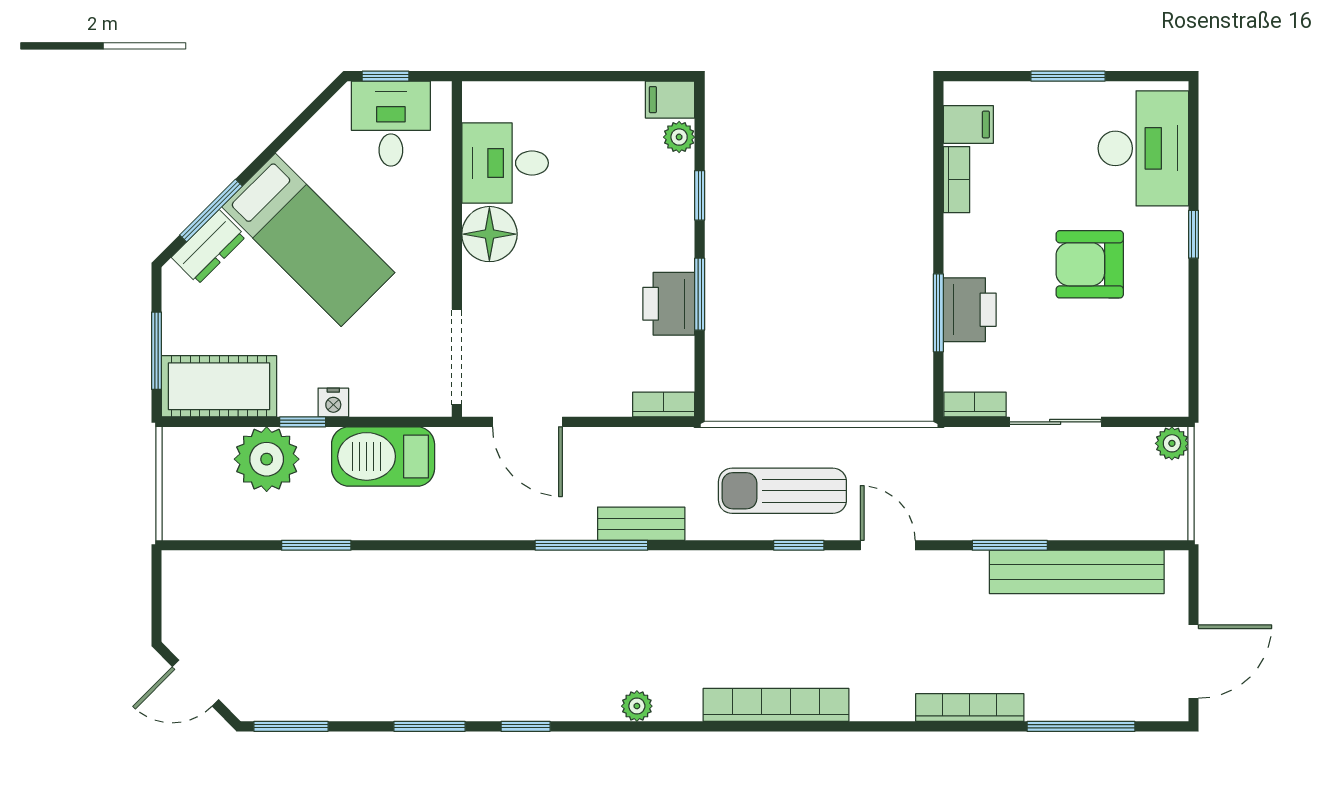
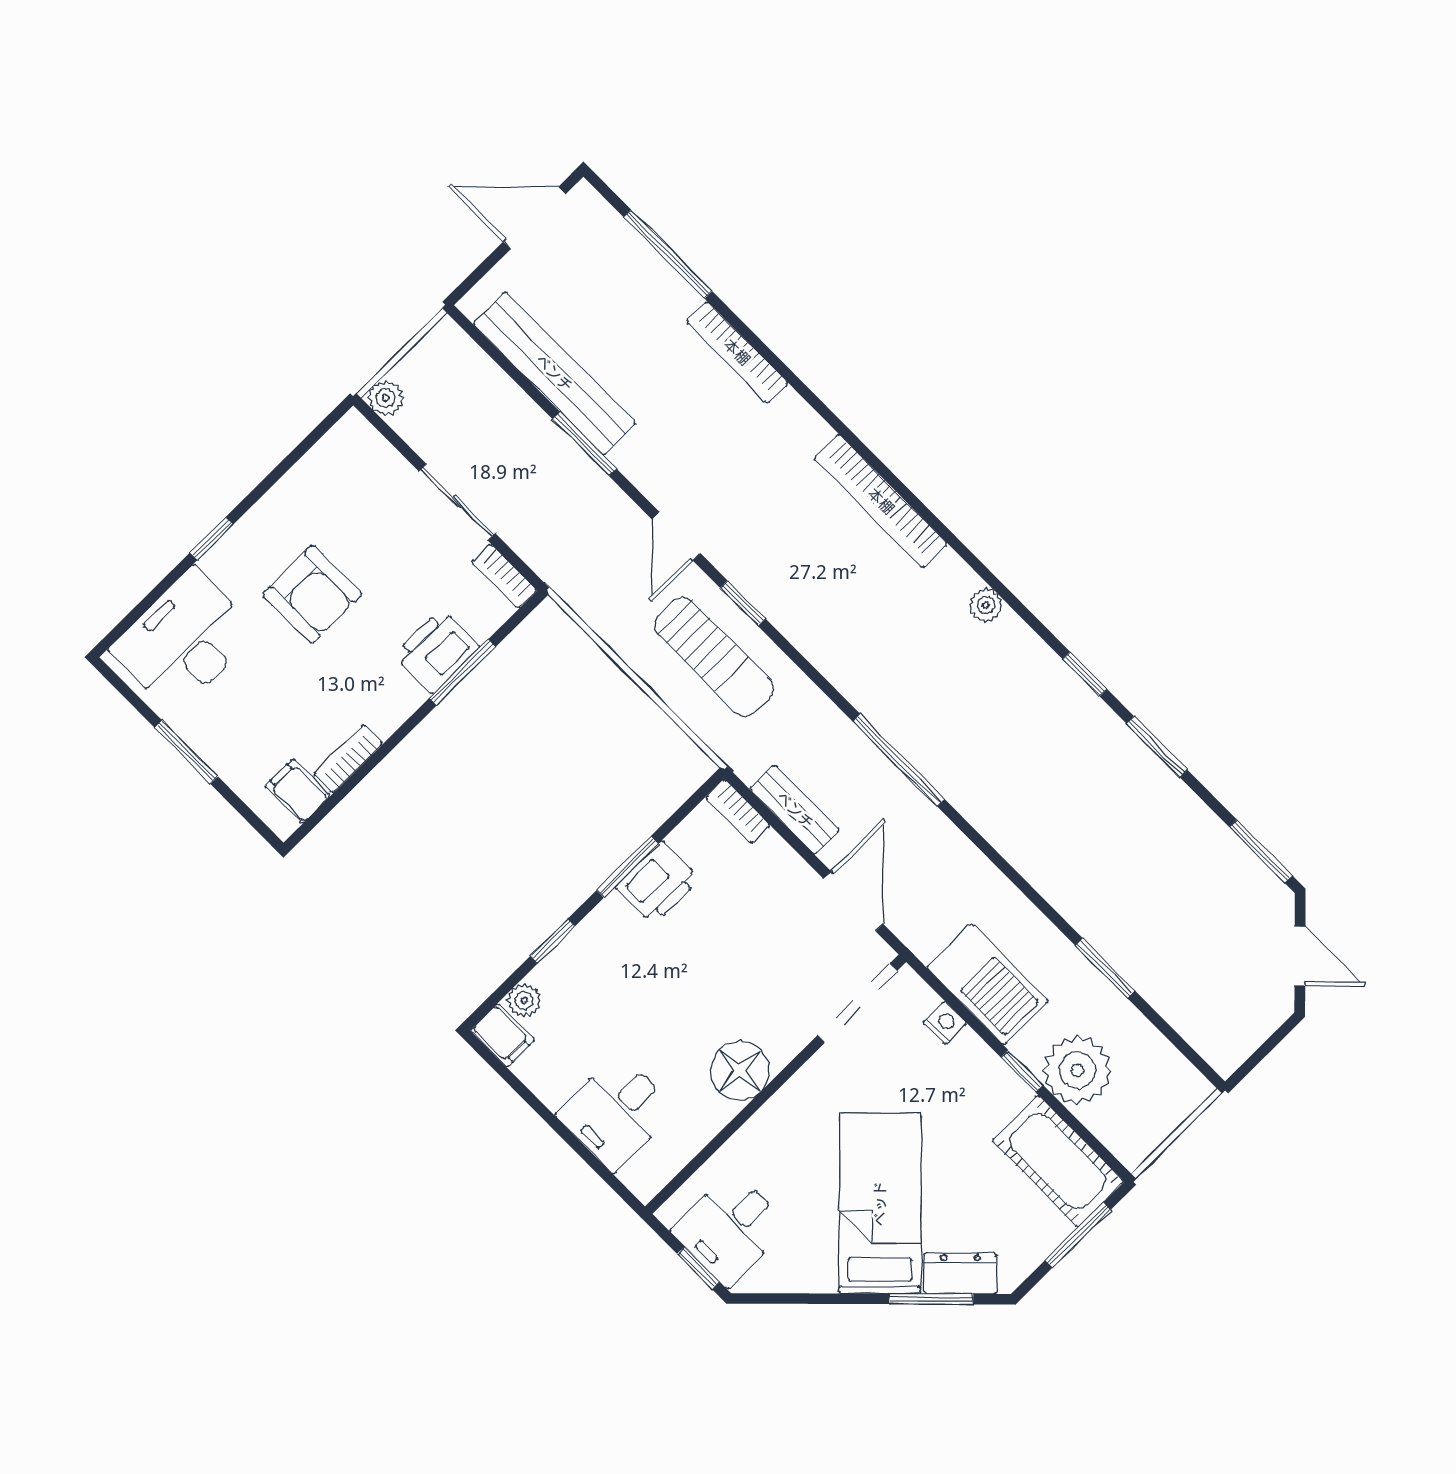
desk: (505, 163) -> (617, 1113), moved, turned 90
nightstand: (333, 402) -> (945, 1023), moved
bench: (641, 524) -> (795, 810), moved

